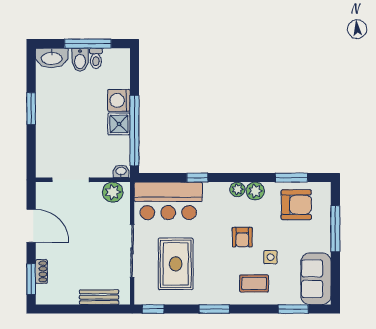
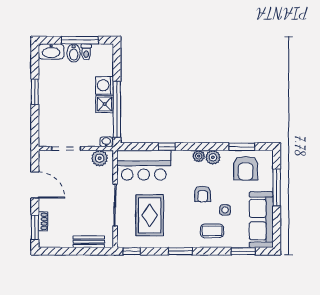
armchair: (296, 205) -> (246, 168), turned 90
sofa: (316, 279) -> (261, 220), width x1.36

